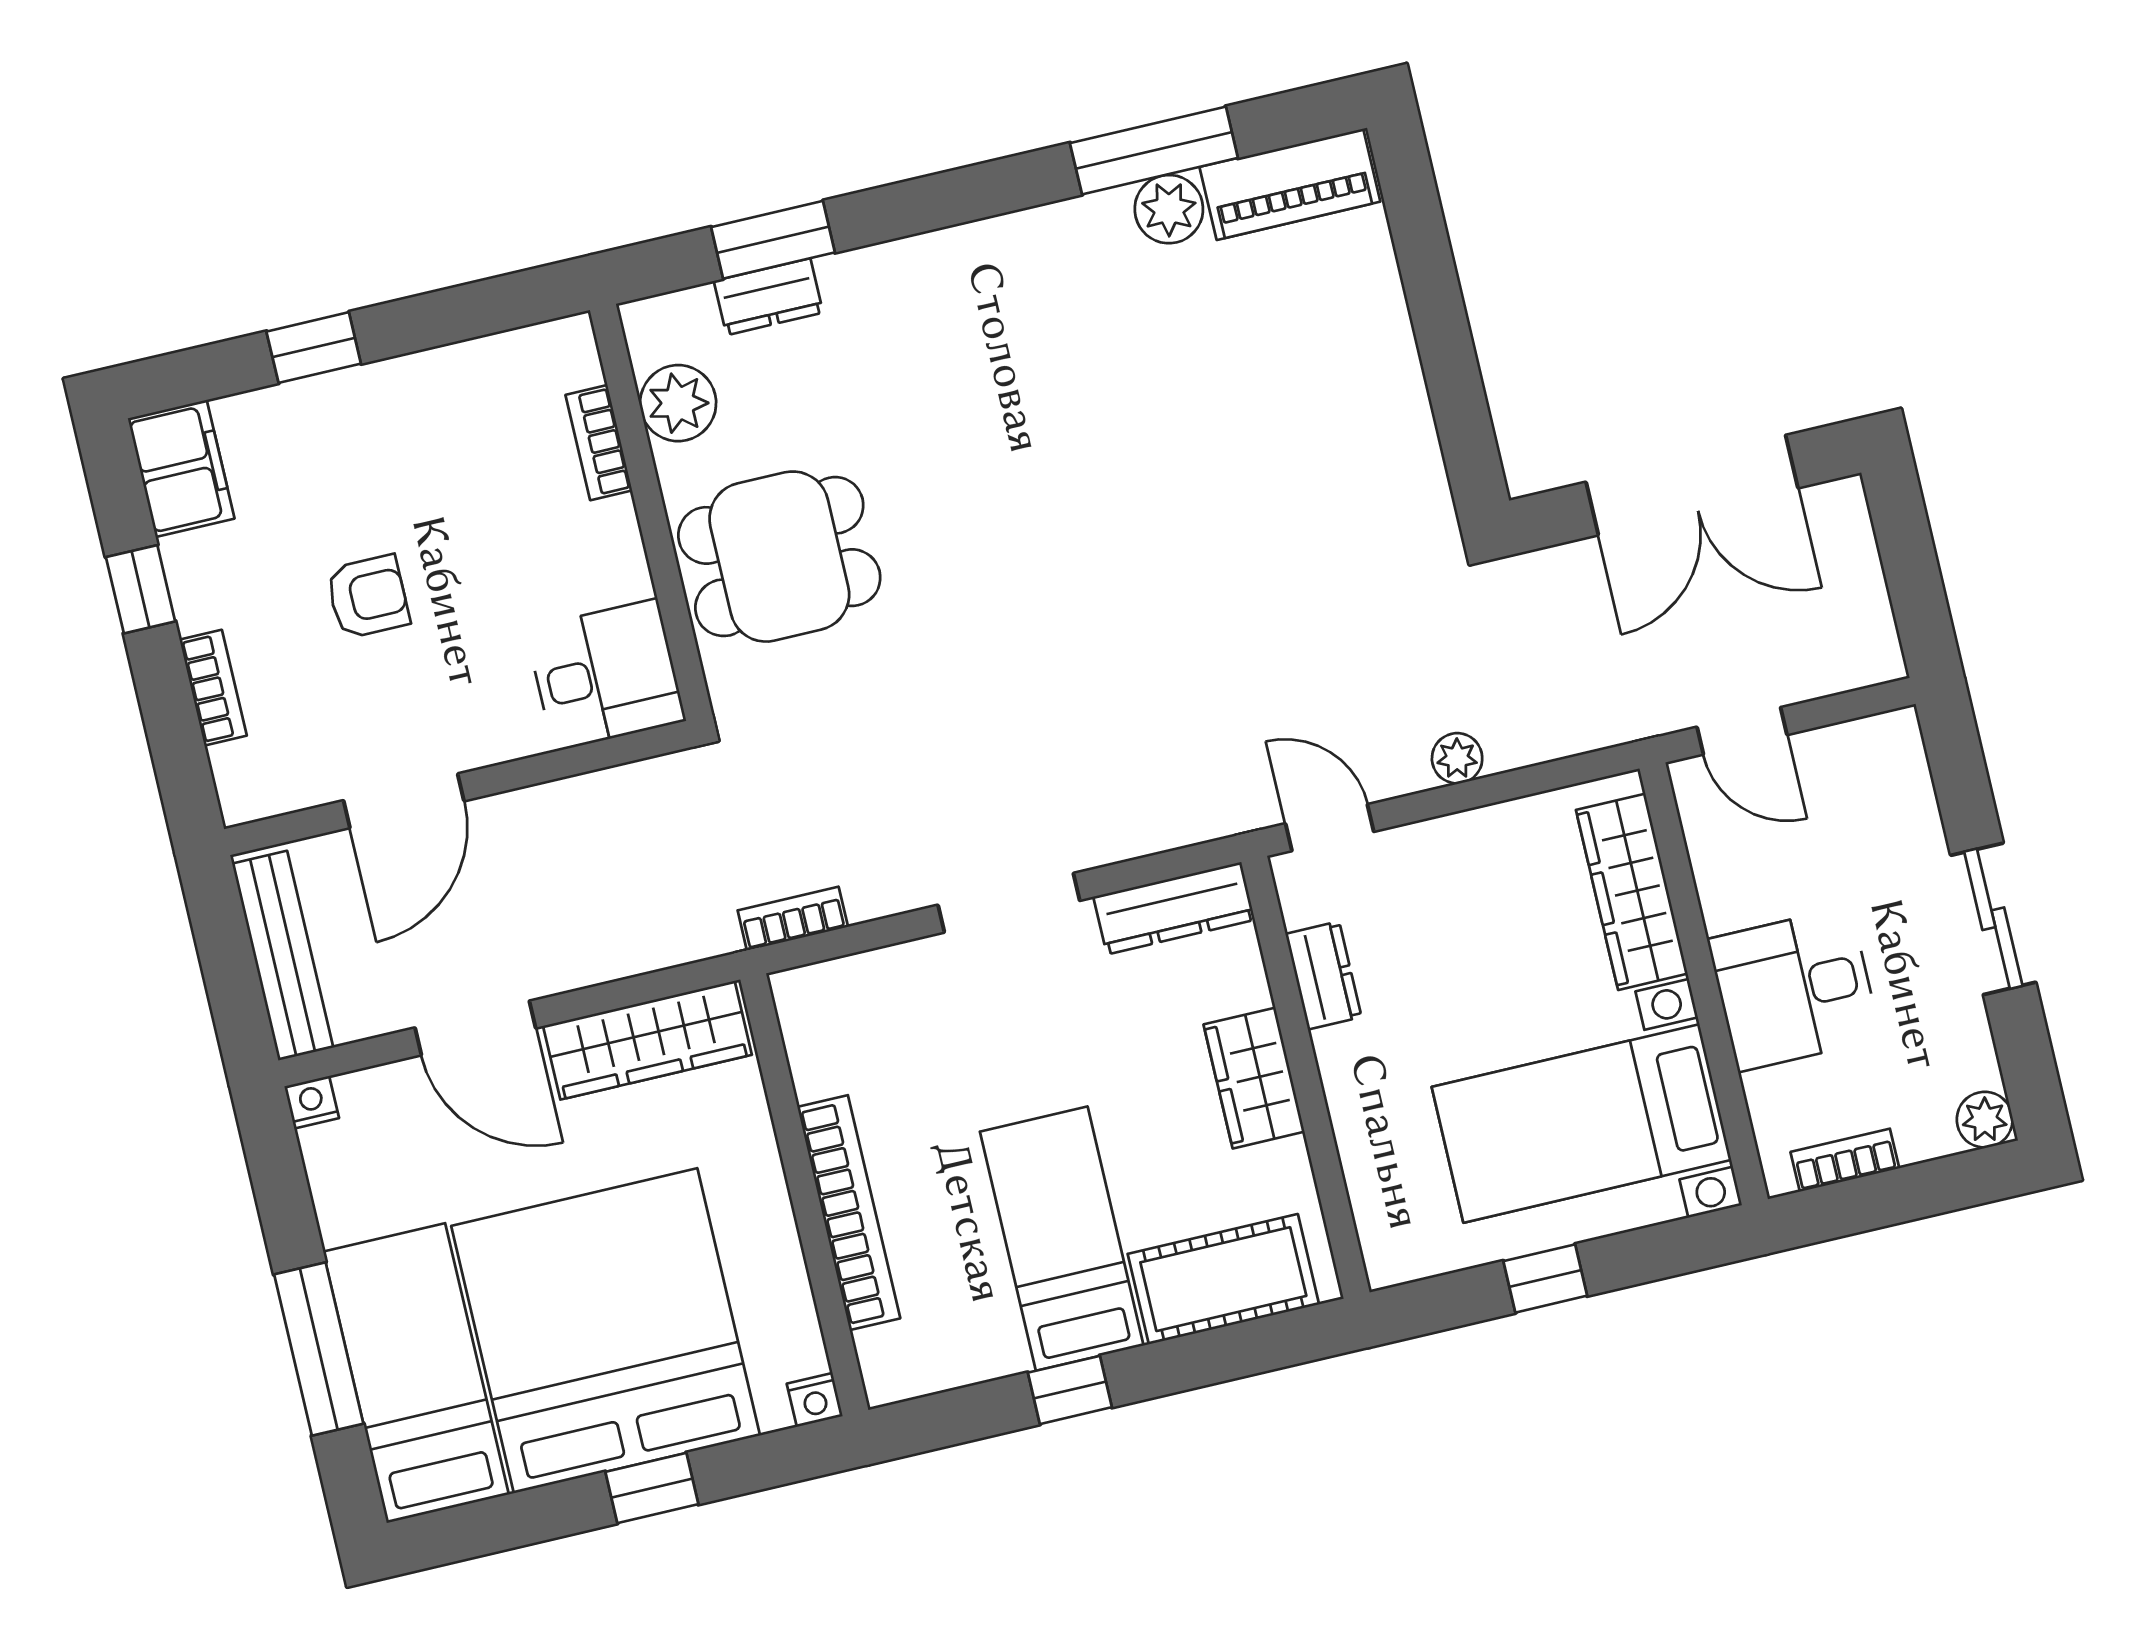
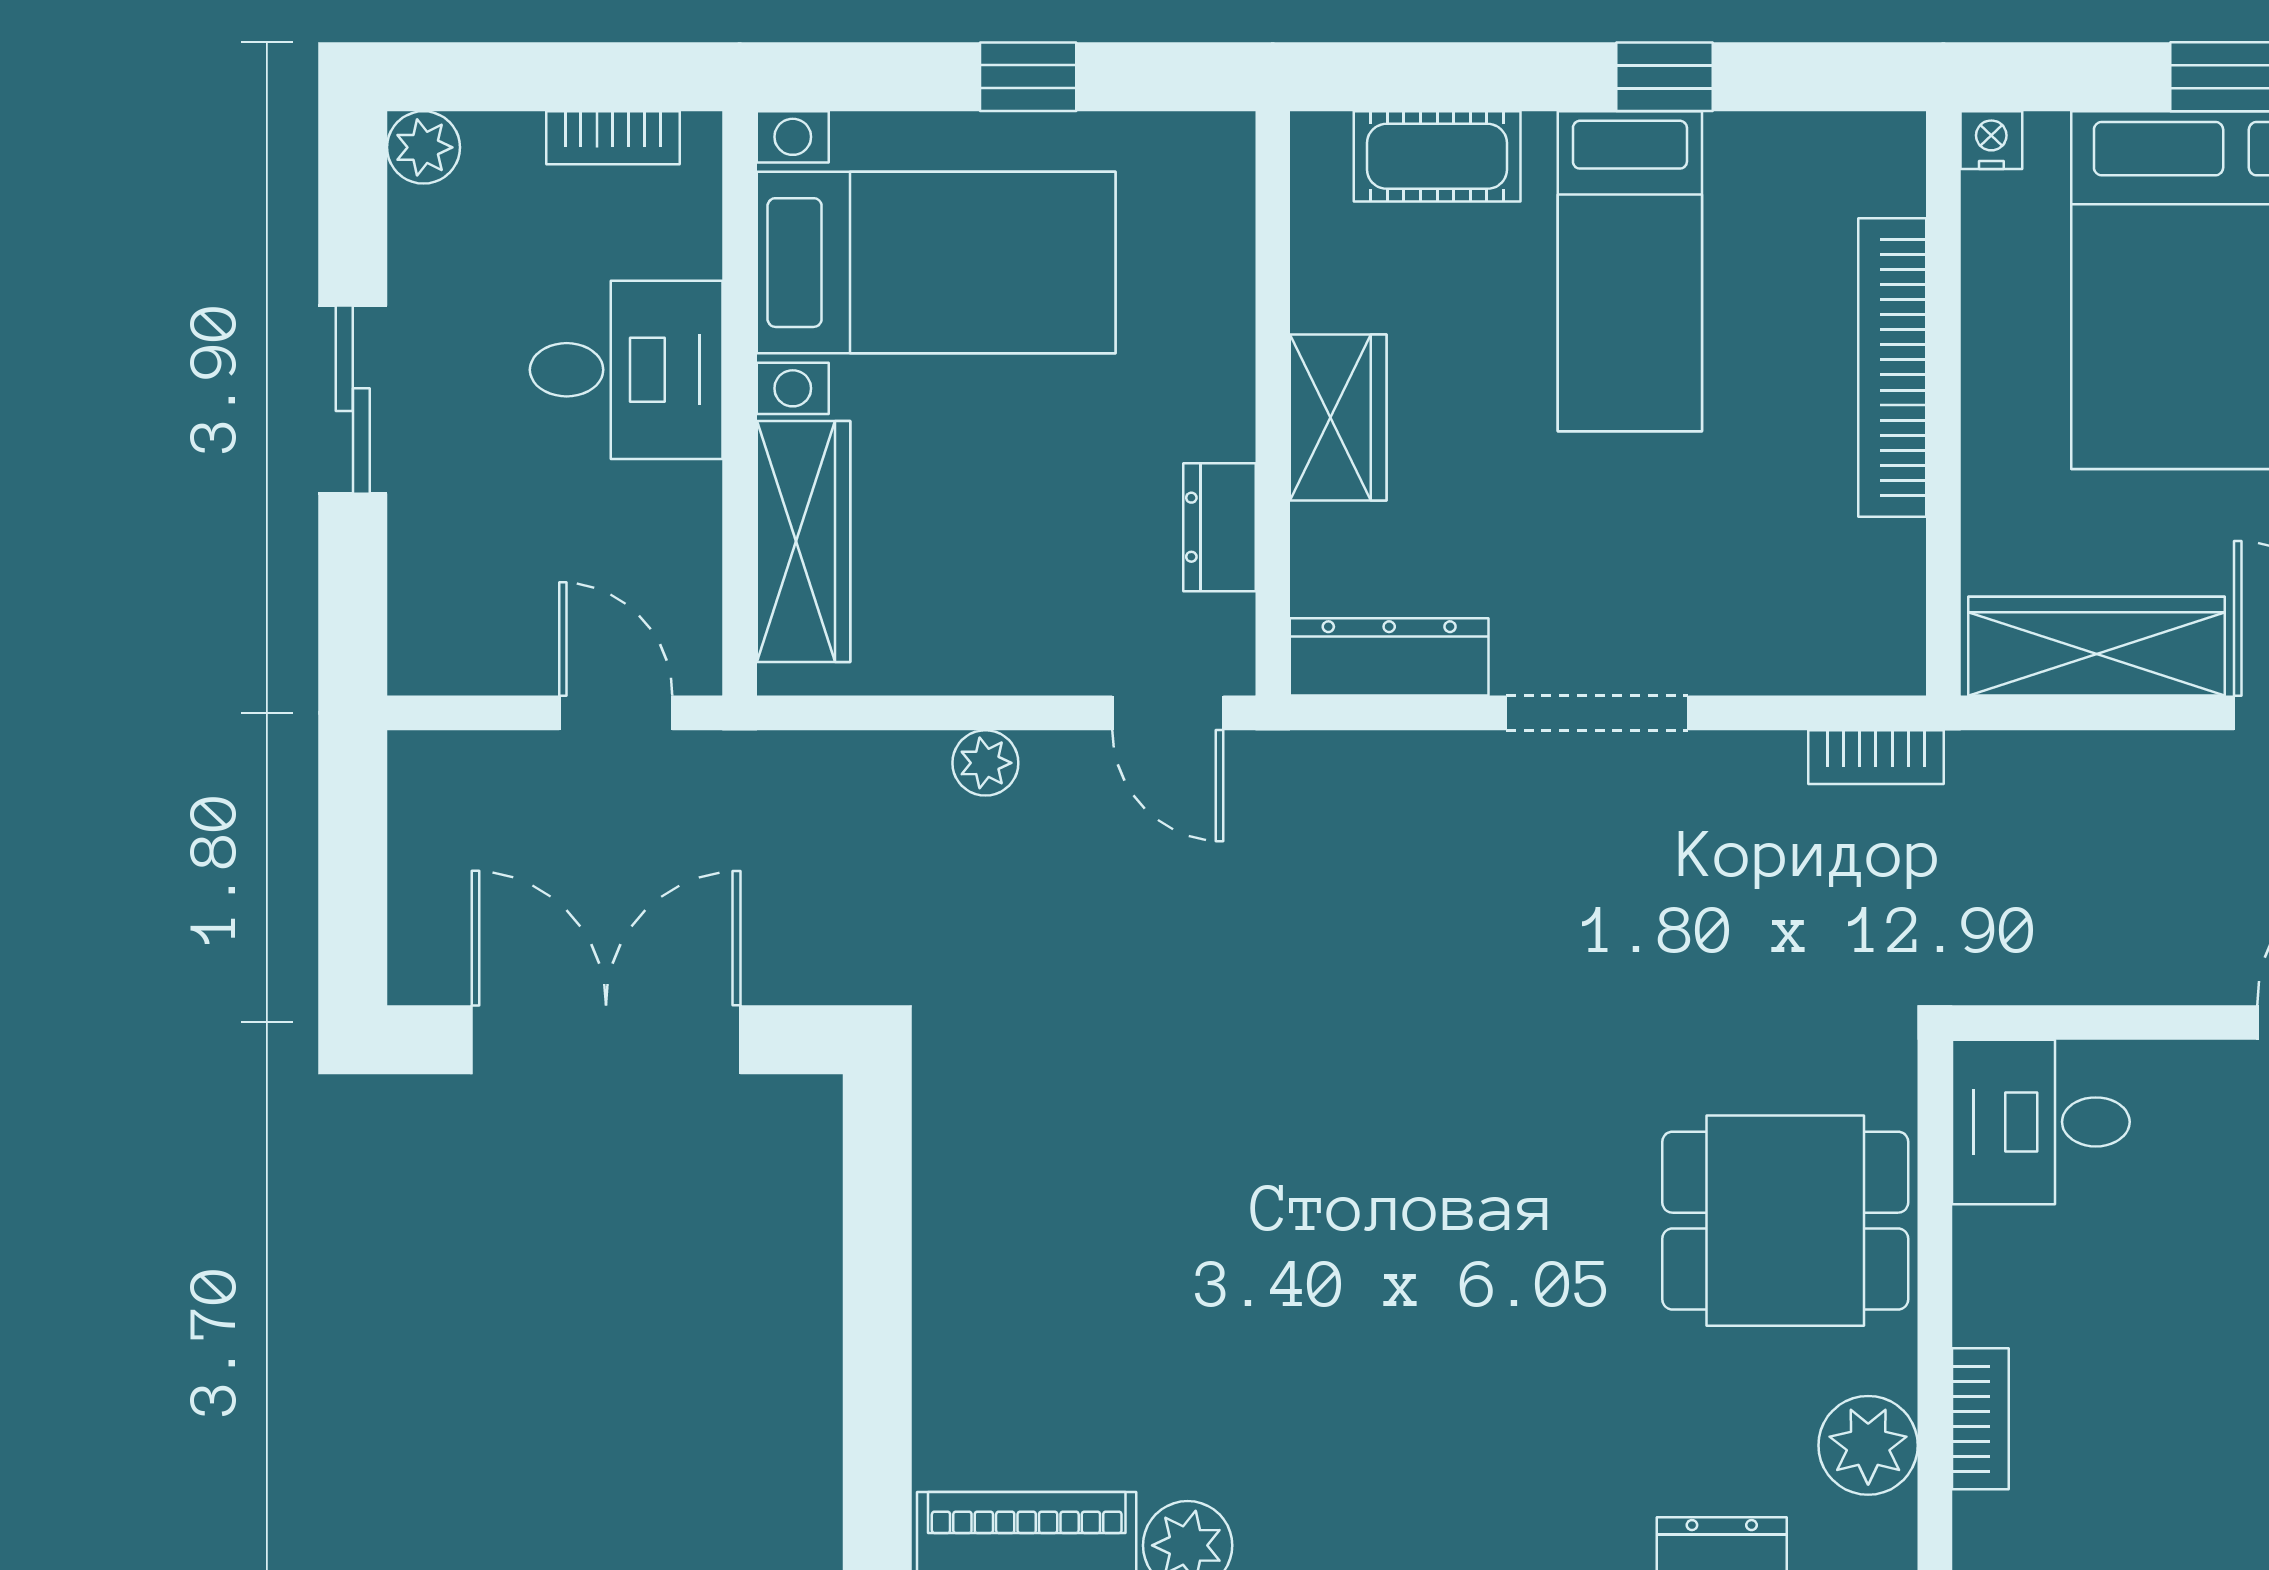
cot: (1223, 1279) -> (1437, 156), width x0.73, depth x0.75

